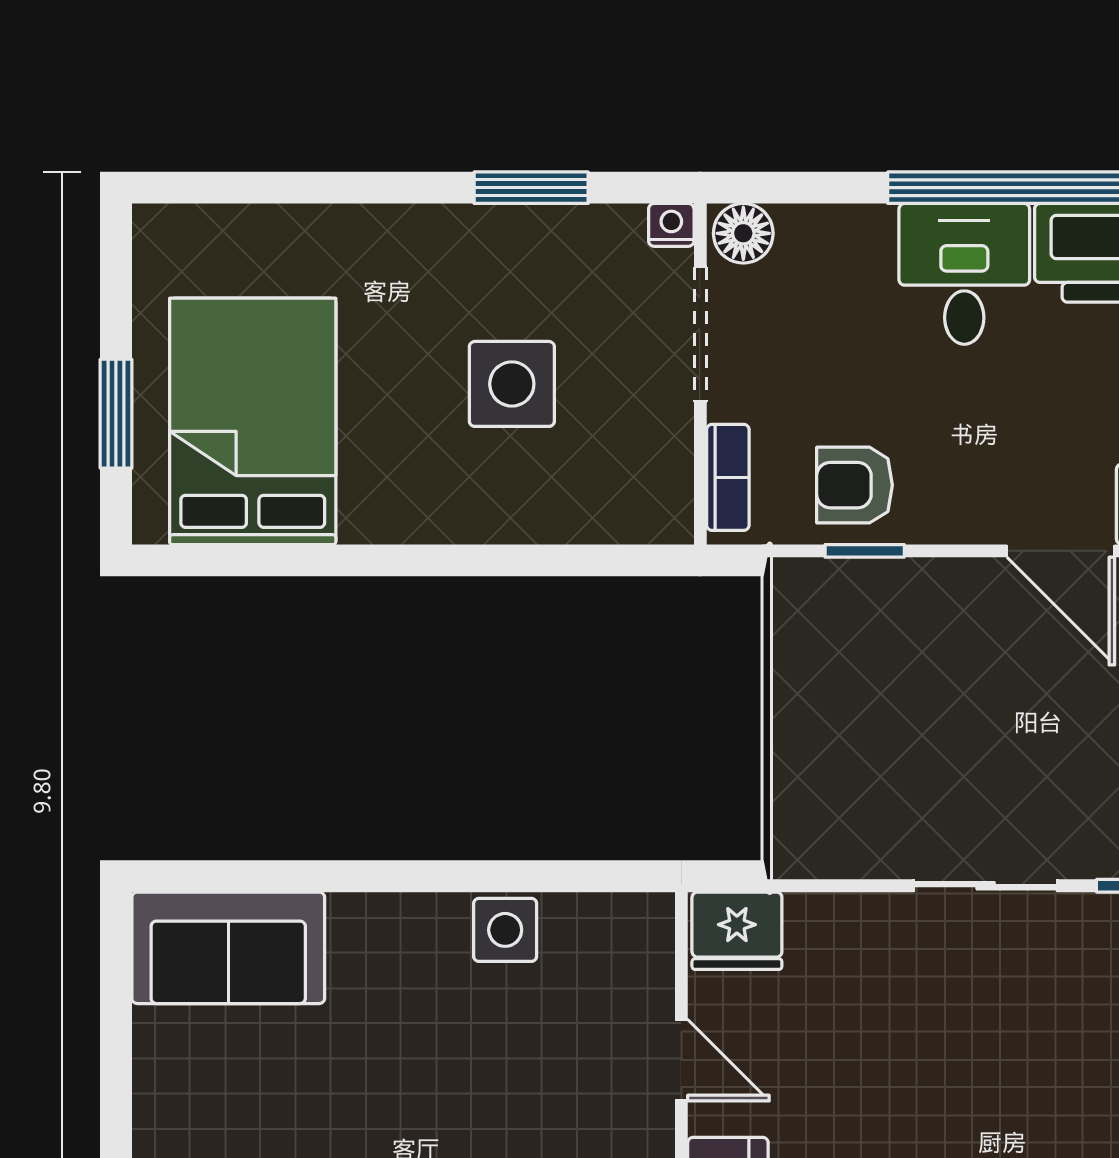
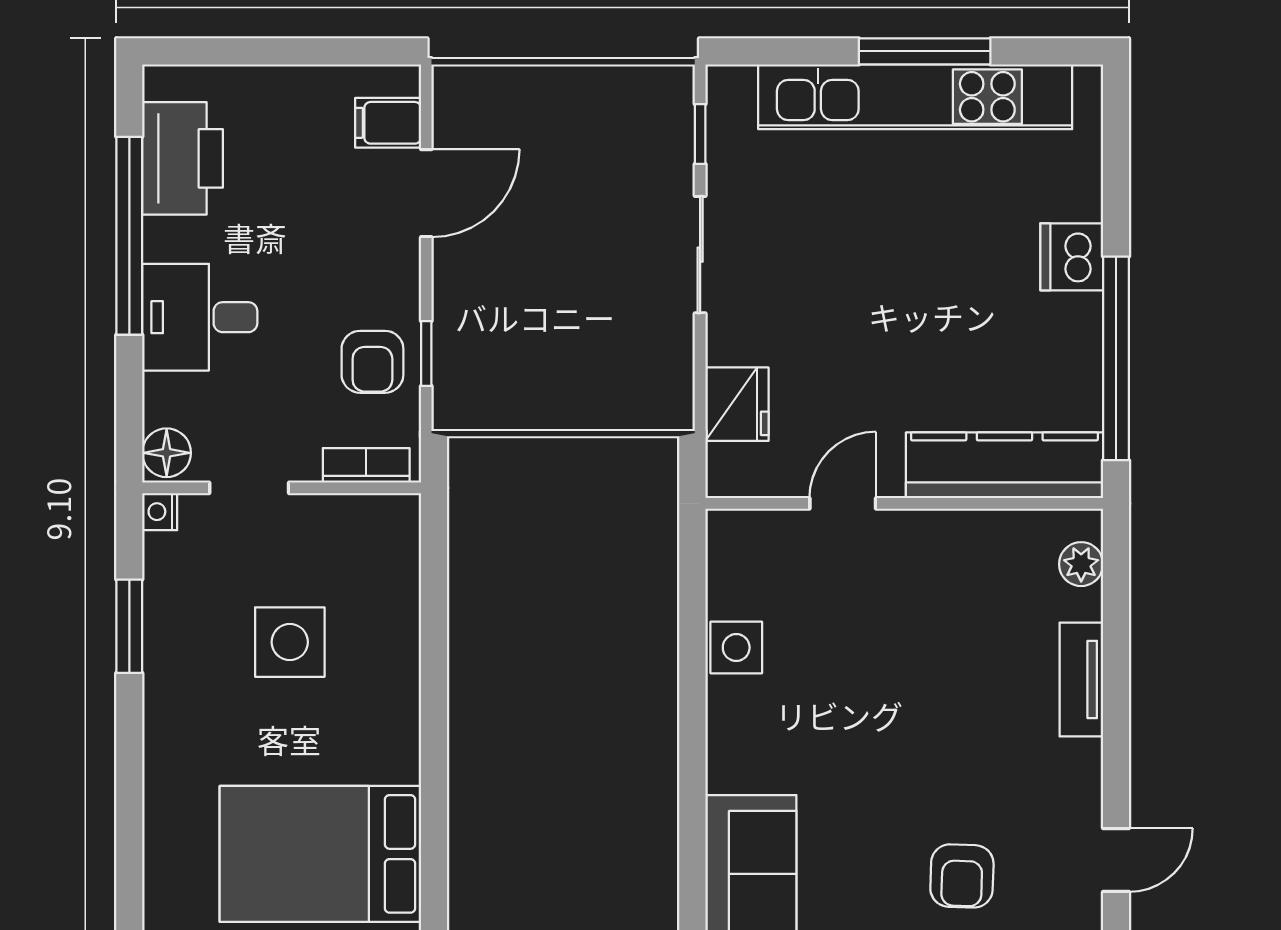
desk: (964, 274) -> (200, 317), moved
doorway: (700, 334) -> (249, 488), width x0.73
fridge: (737, 931) -> (737, 404), moved

